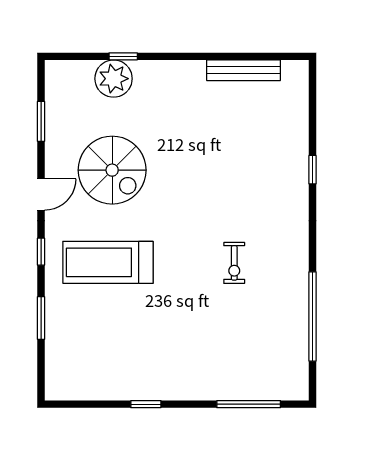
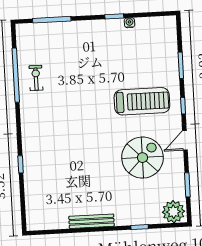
bench: (244, 70) -> (92, 221), moved
plant: (114, 79) -> (173, 212), moved
spiral stairs: (112, 170) -> (142, 158), turned 90
exercise bike: (234, 263) -> (36, 78), moved
water cooler: (121, 392) -> (129, 23), added

